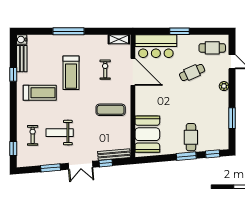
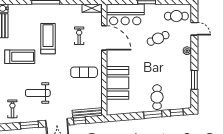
treadmill: (71, 73) -> (48, 39), turned 180
booth: (147, 134) -> (117, 83), moved
exercise bike: (33, 135) -> (12, 109), moved

